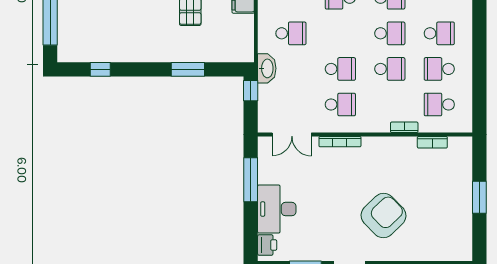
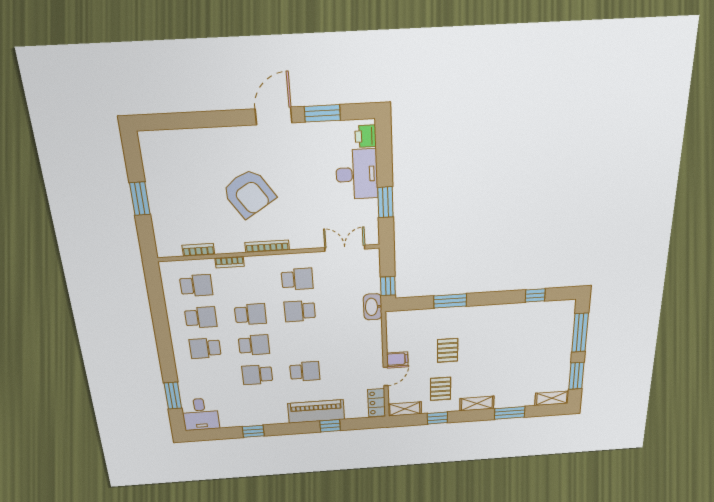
school desk: (291, 33) -> (351, 339), removed
school desk: (390, 33) -> (254, 345), turned 180
school desk: (390, 69) -> (250, 314), turned 180
school desk: (340, 105) -> (297, 279), turned 180
bookcase: (340, 142) -> (267, 246), moved
window: (251, 180) -> (385, 202), width x0.69
armchair: (384, 216) -> (249, 193), moved, turned -79

